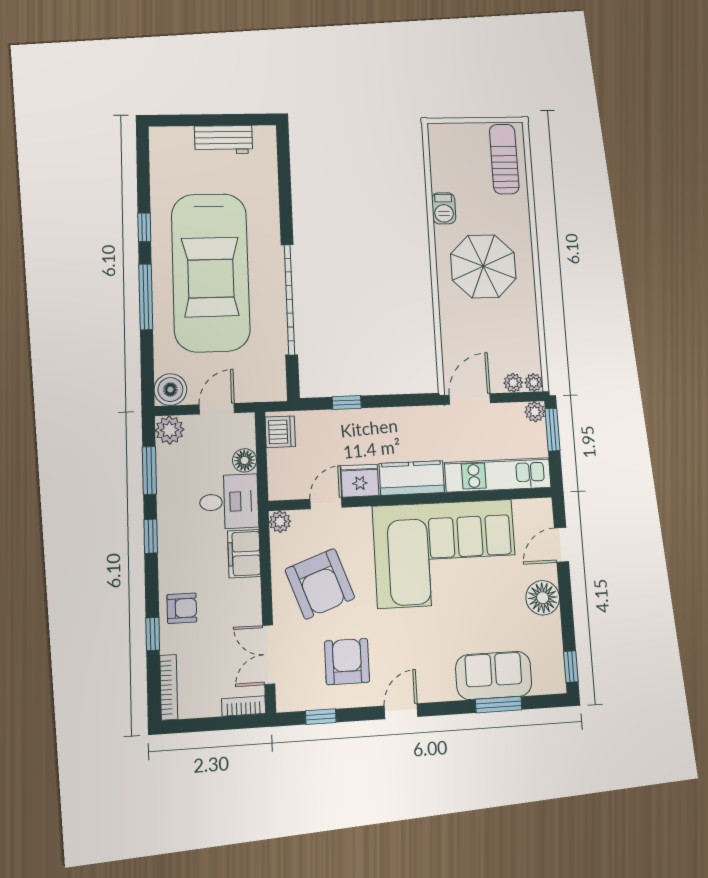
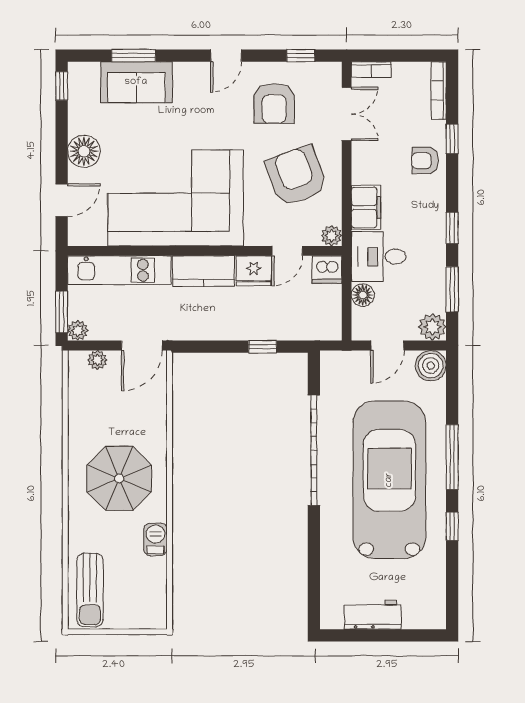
plant: (534, 382) -> (77, 359), removed
dishwasher: (280, 432) -> (327, 270), moved, turned -90

